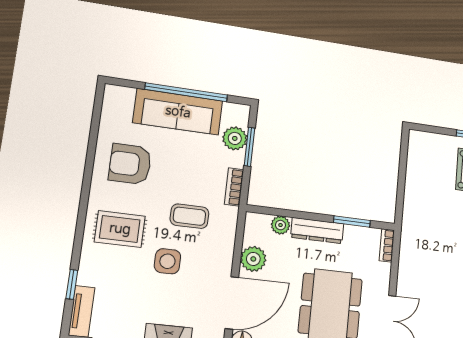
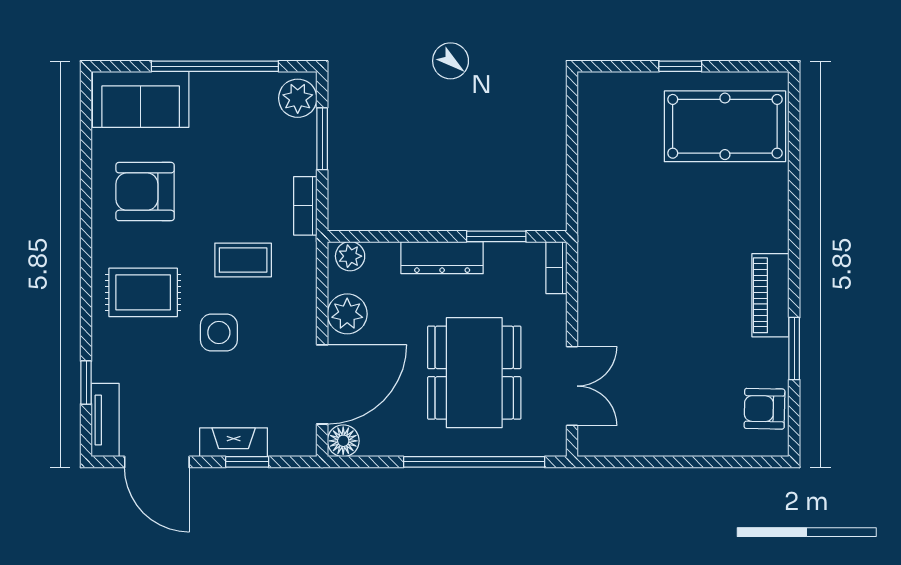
sofa: (178, 112) -> (141, 99), moved, width x0.73
plant: (235, 138) -> (298, 98), moved
plant: (280, 225) -> (350, 256), moved

